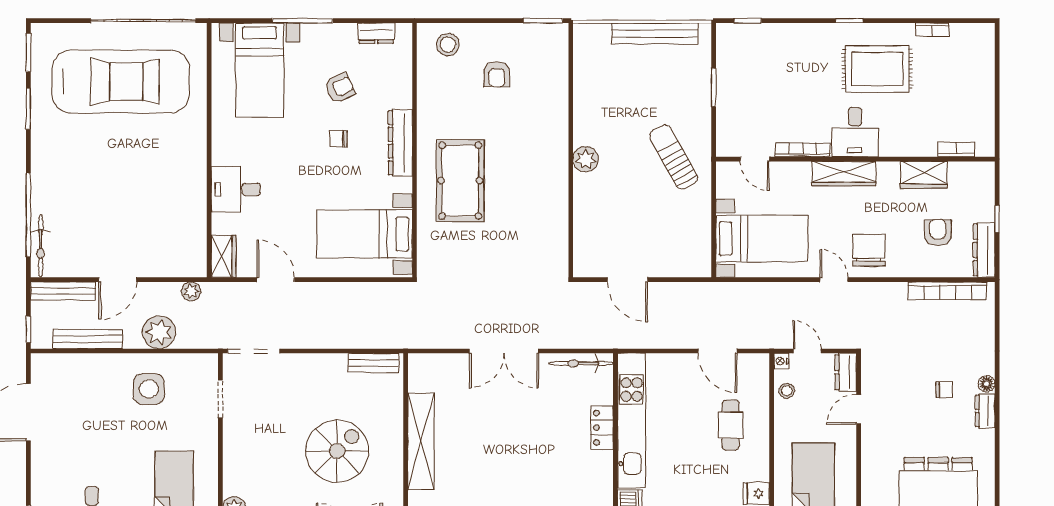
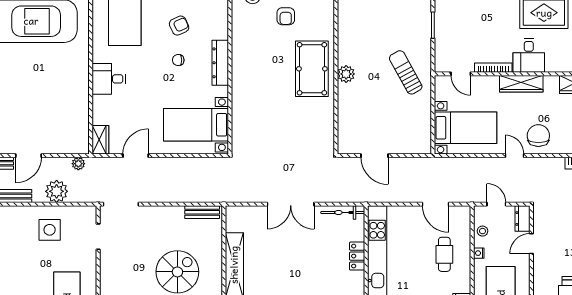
pool table: (460, 181) -> (312, 69), moved
desk: (236, 189) -> (109, 79), moved
door: (276, 280) -> (136, 156), hinge flipped
nightstand: (781, 361) -> (479, 253), moved

